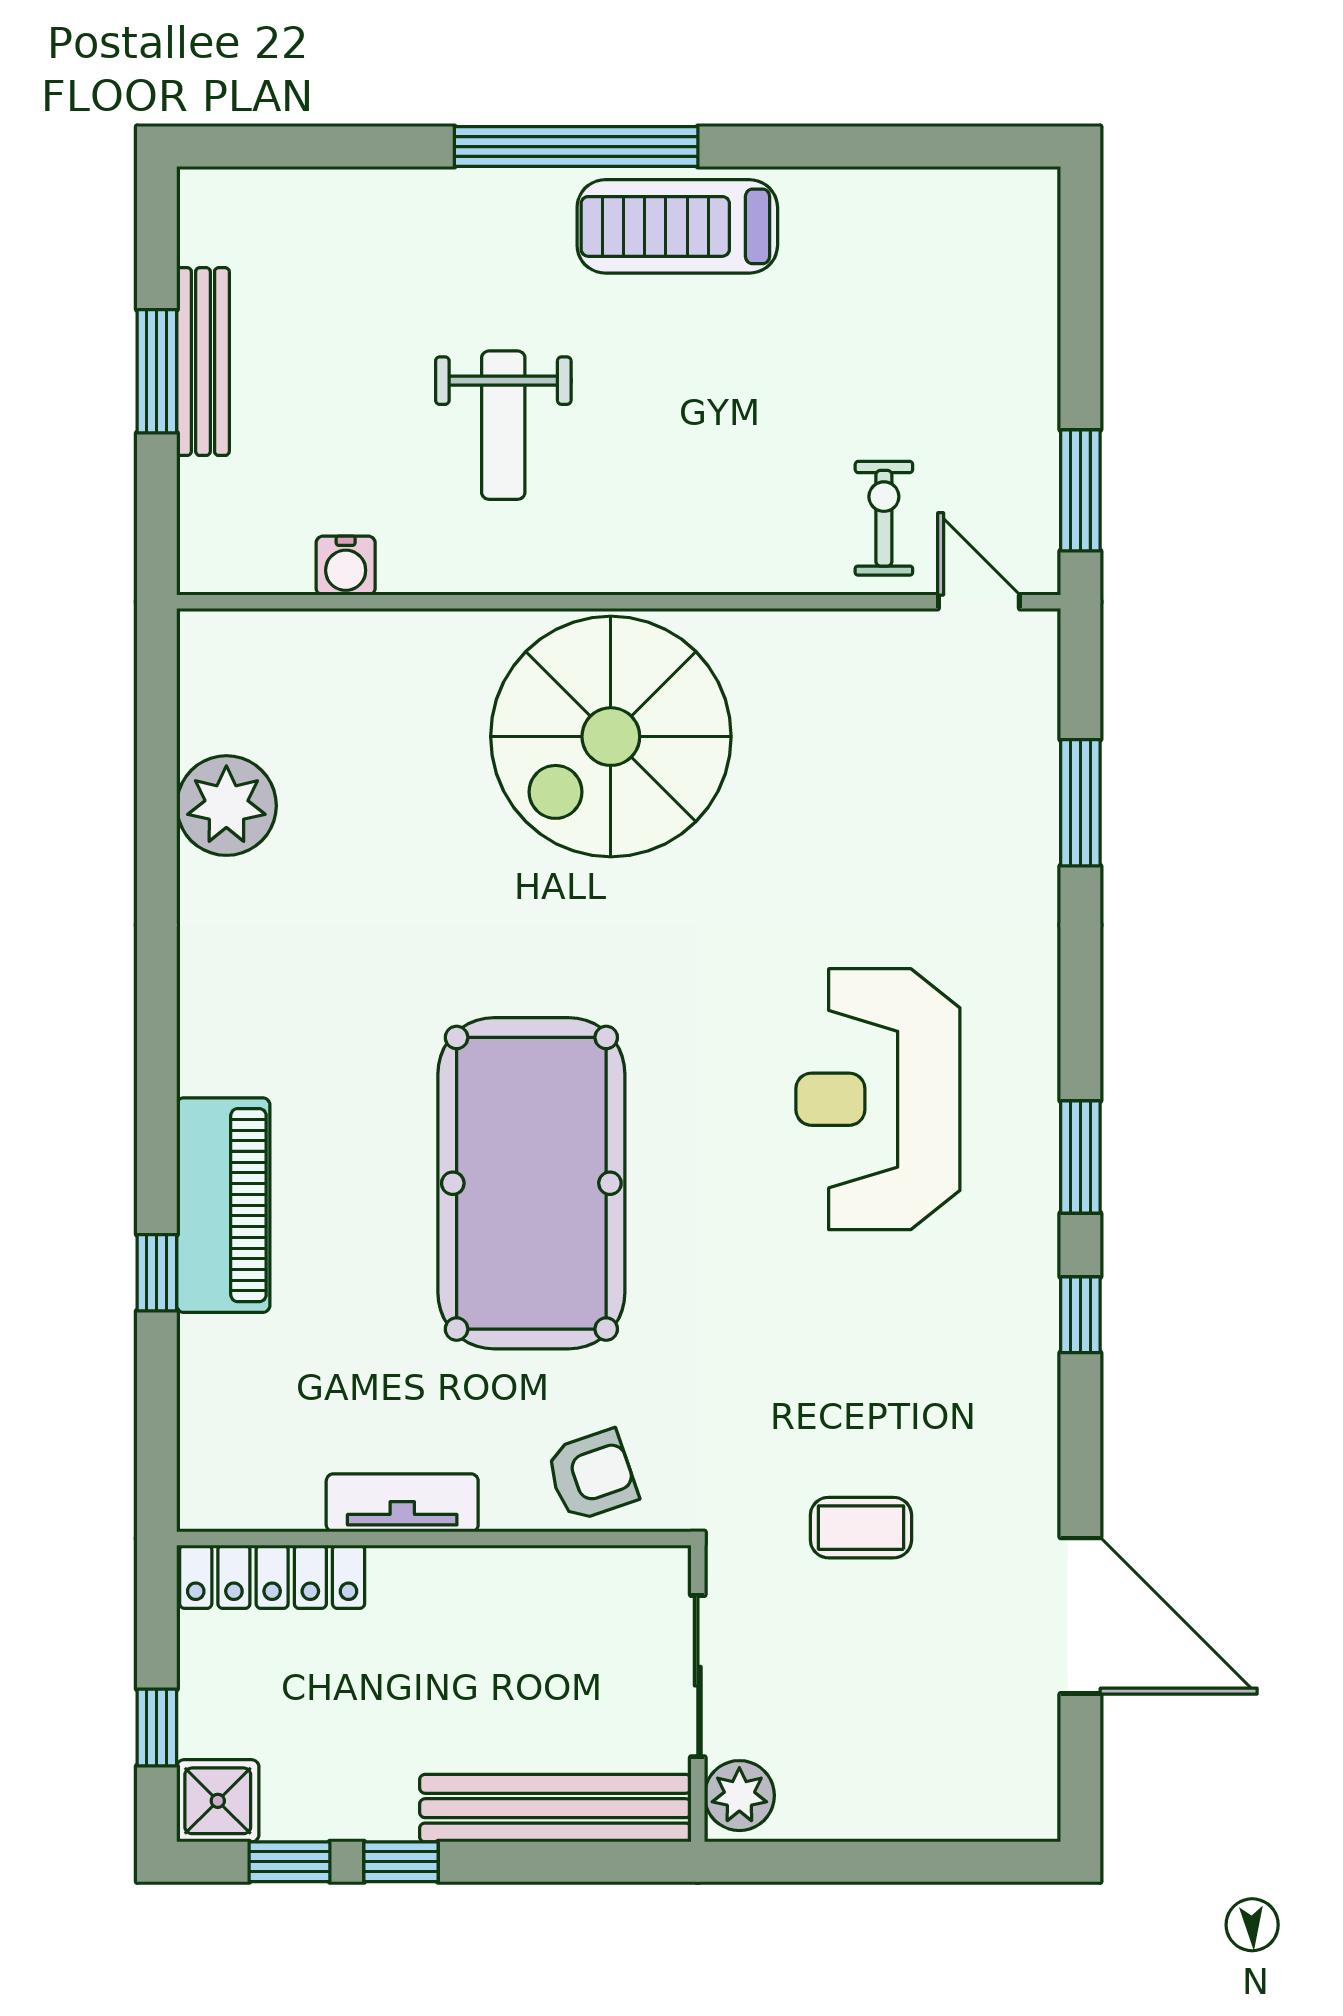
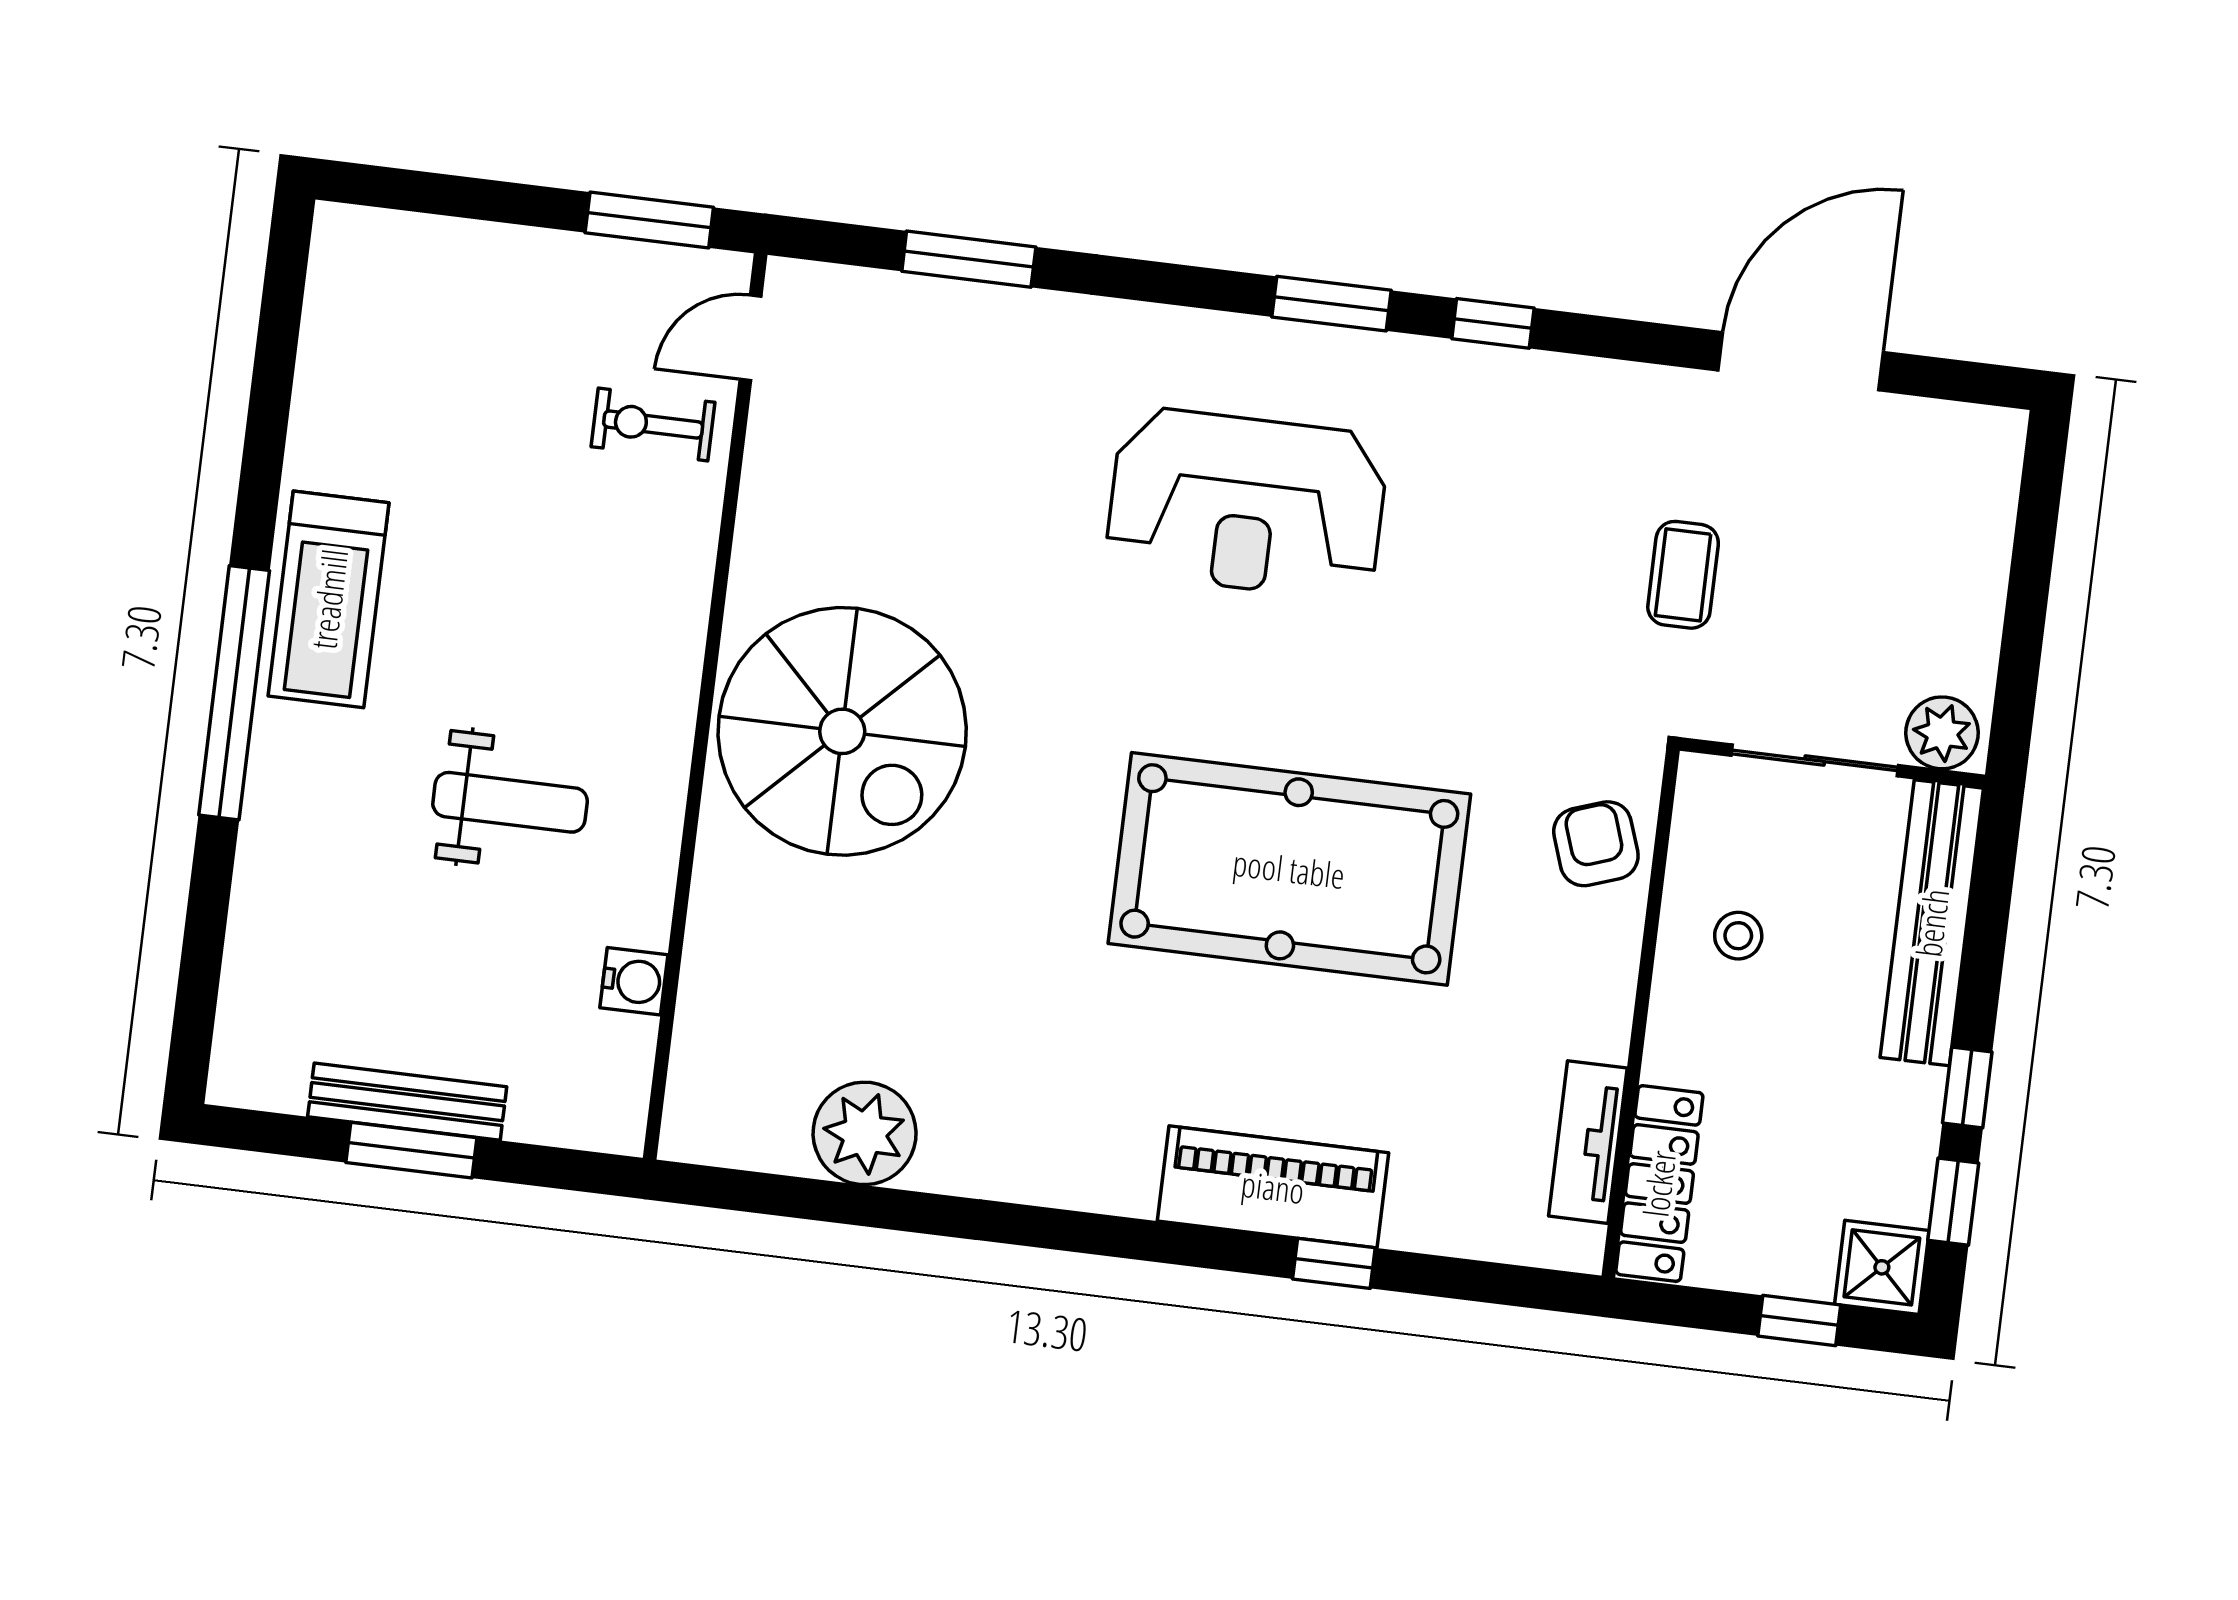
tv unit: (402, 1503) -> (1588, 1142), moved
stool: (520, 1623) -> (1738, 936), added

